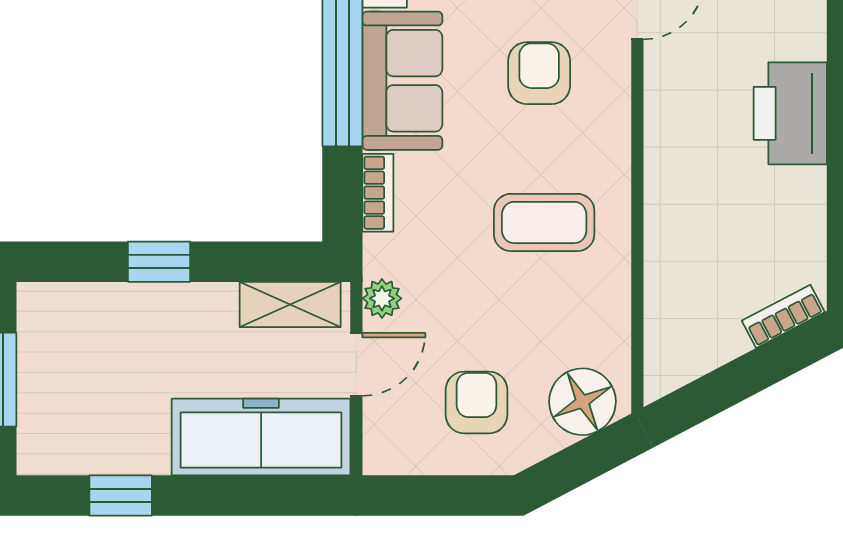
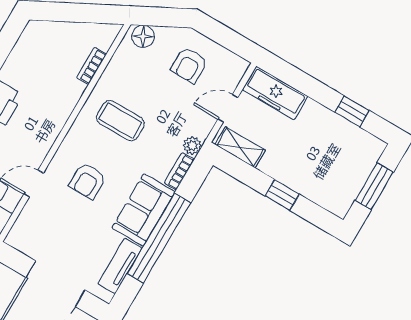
plant: (382, 298) -> (192, 146), moved
bookcase: (783, 316) -> (91, 66), moved, turned 118
floor lamp: (582, 402) -> (143, 36), width x0.73, depth x0.73
freezer: (261, 437) -> (275, 93), width x0.73, depth x0.79

